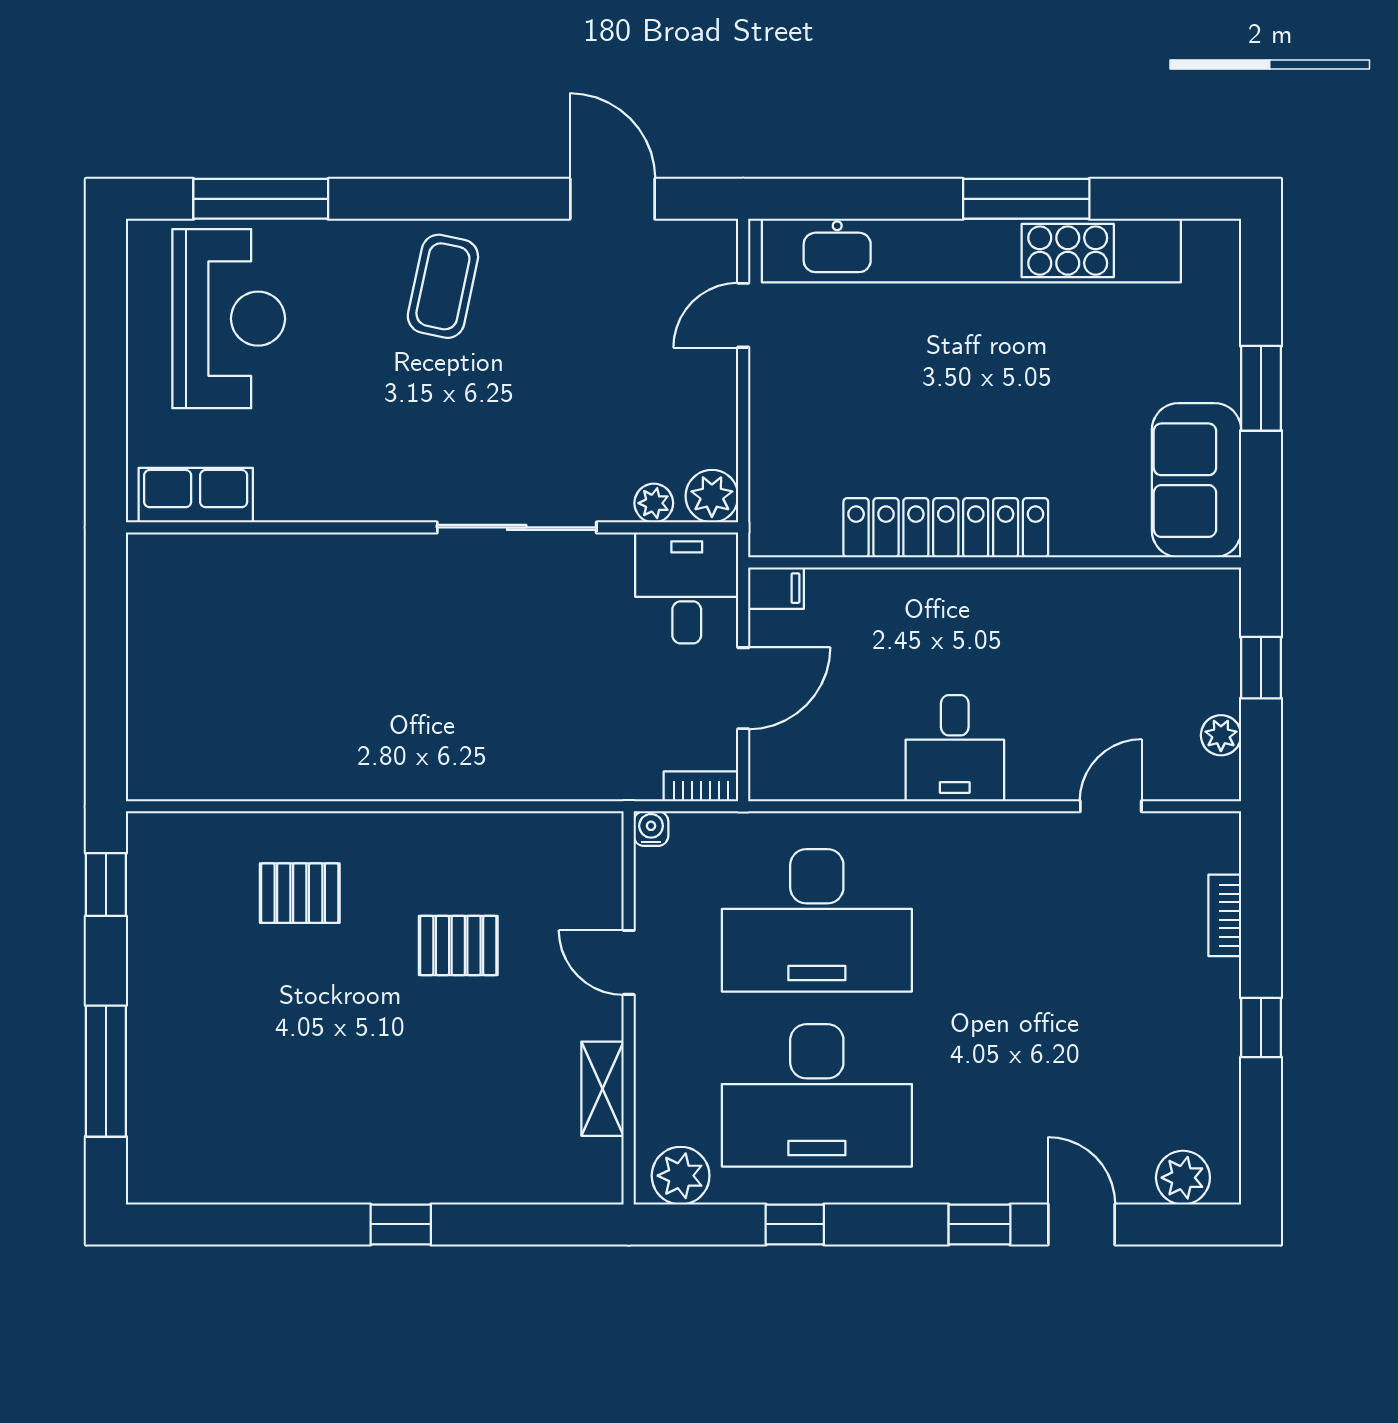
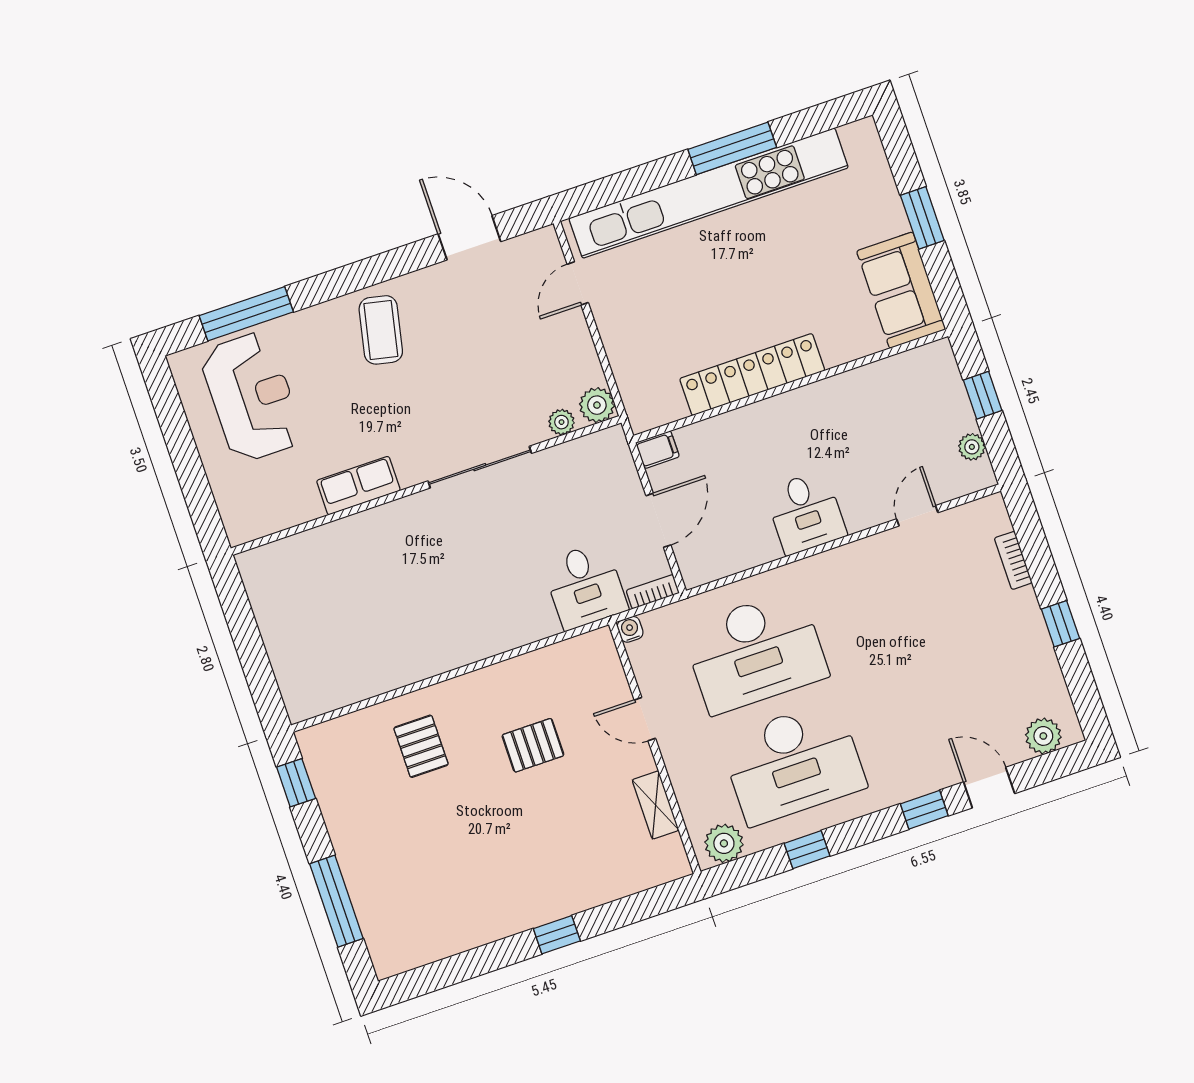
row of seats: (196, 495) -> (358, 486), moved
desk: (687, 588) -> (585, 586), moved, turned 180
pallet: (300, 893) -> (421, 746), turned 90

